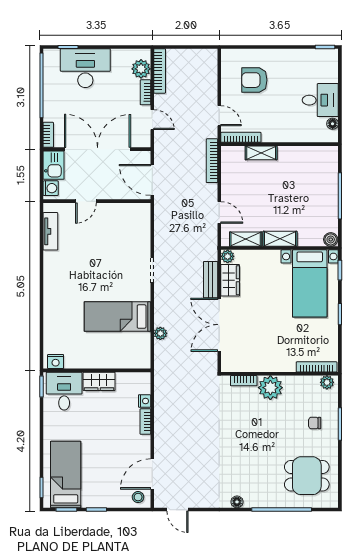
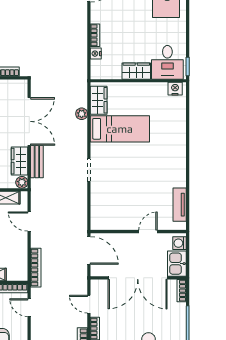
wardrobe: (141, 349) -> (99, 100), added

